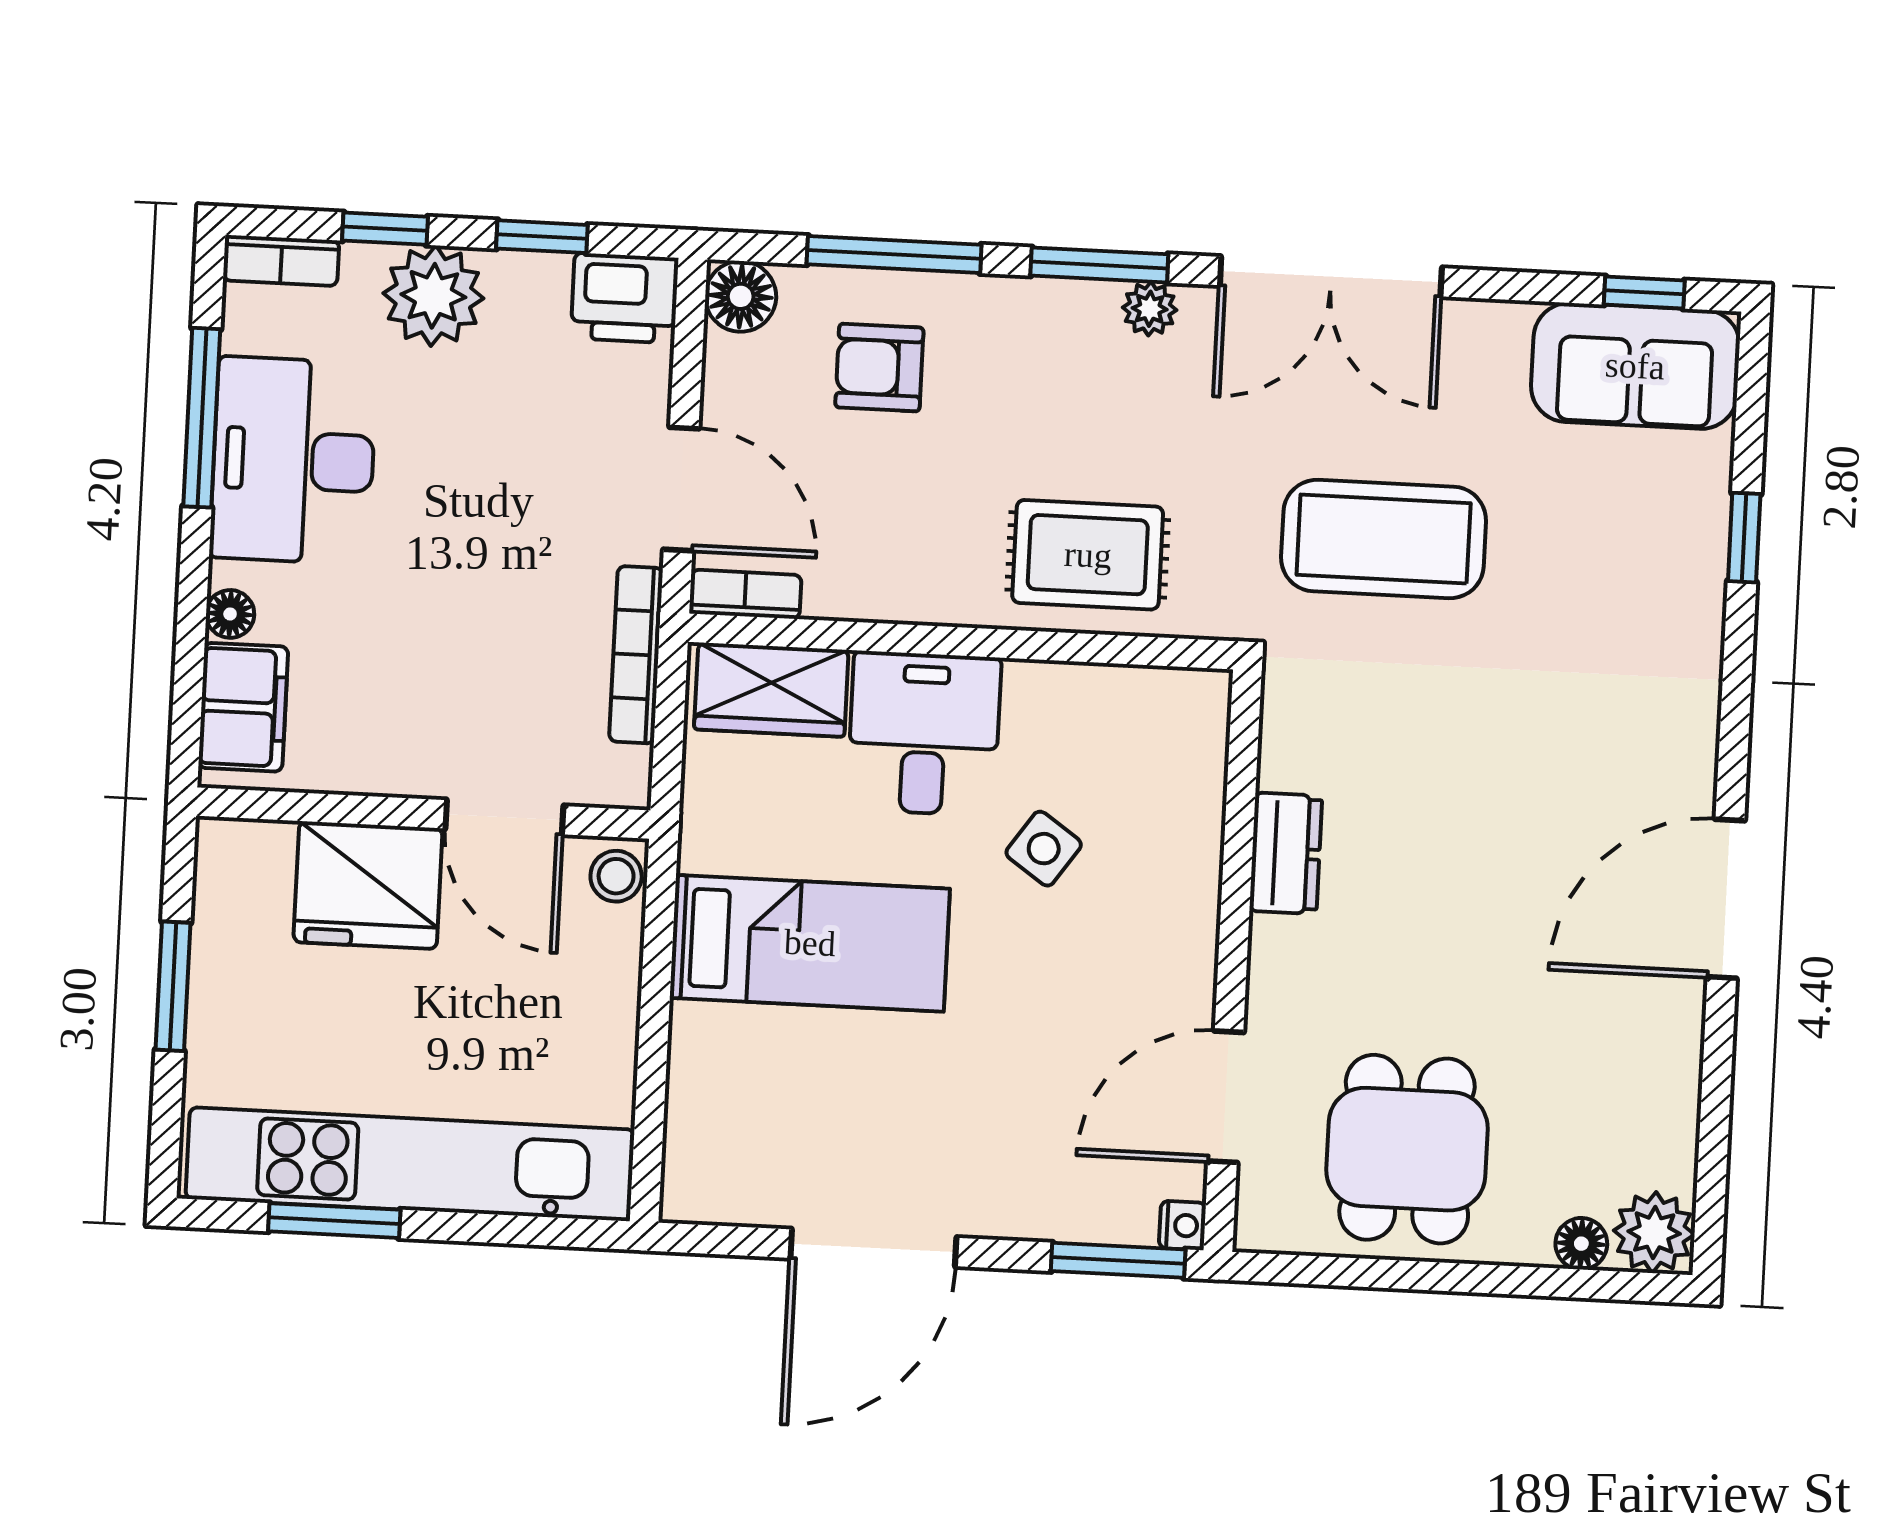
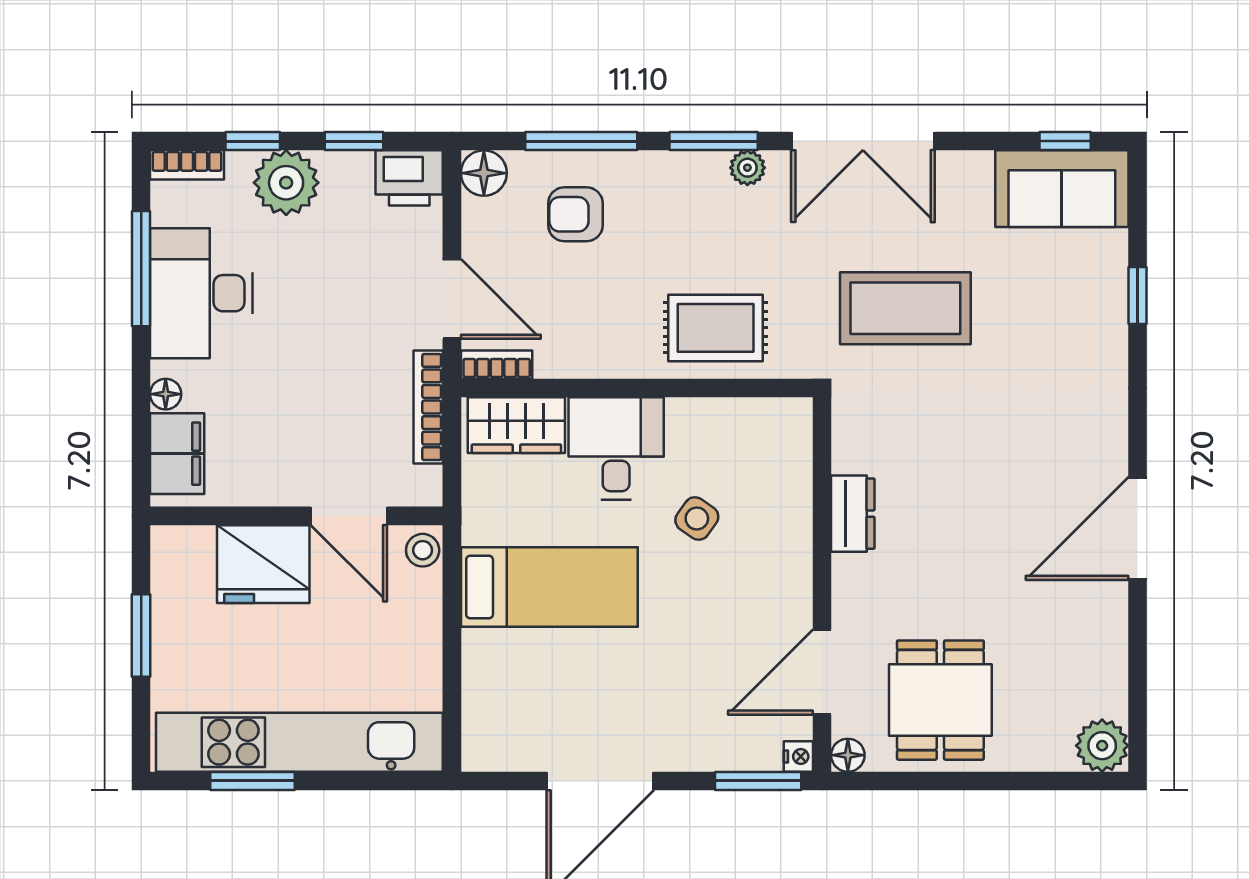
floor lamp: (1581, 1244) -> (848, 755), moved

